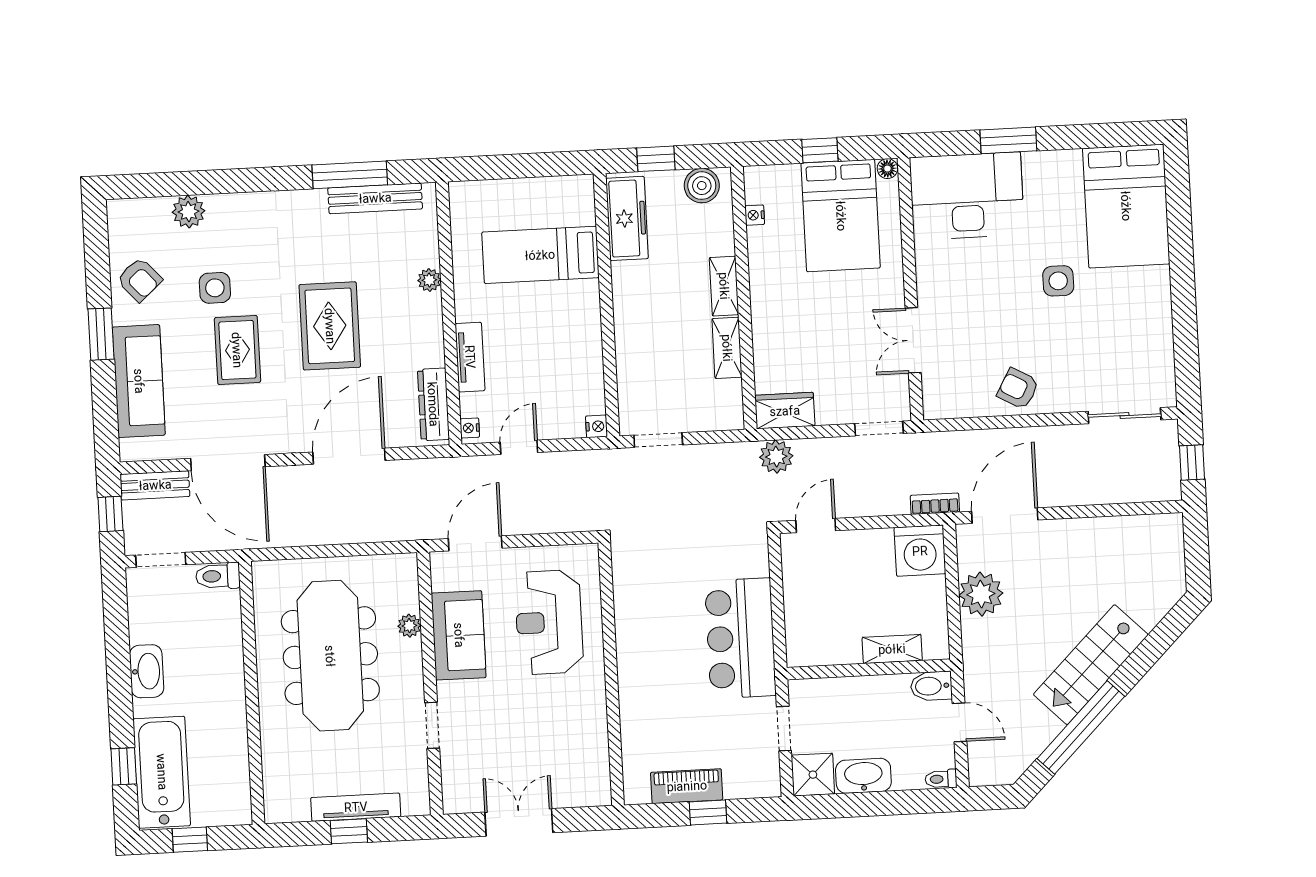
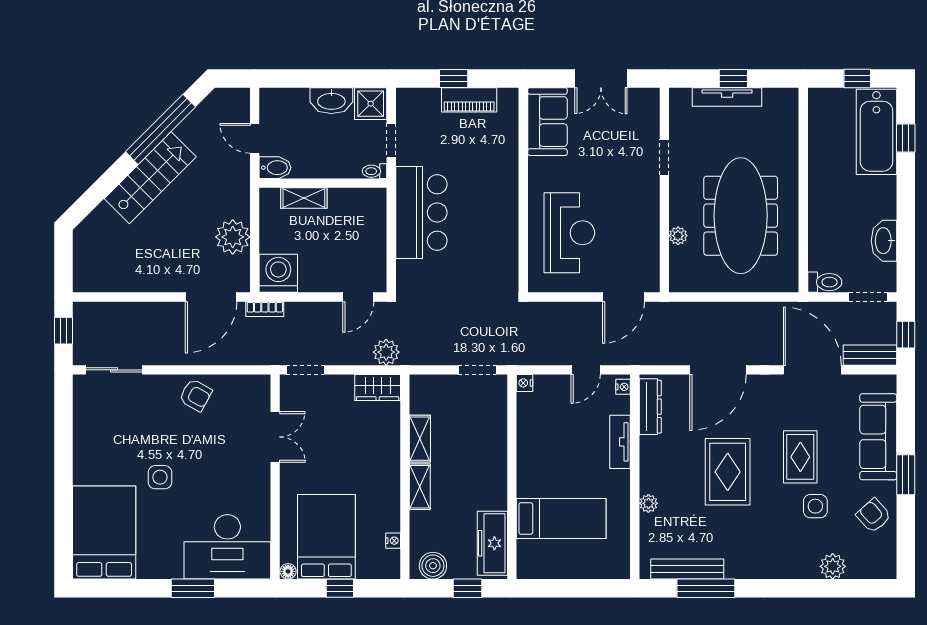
sofa: (459, 635) -> (547, 122), moved, turned 180
washbasin: (147, 671) -> (884, 241), moved
toilet: (941, 779) -> (375, 171), moved, turned 180

